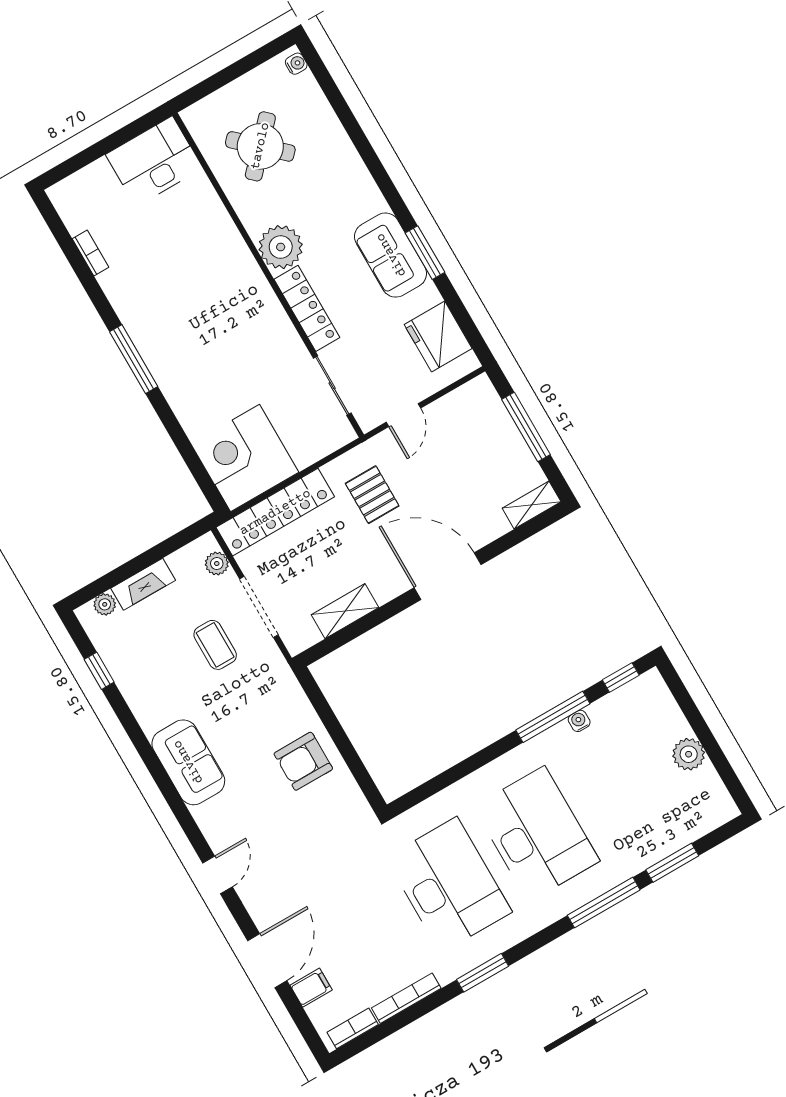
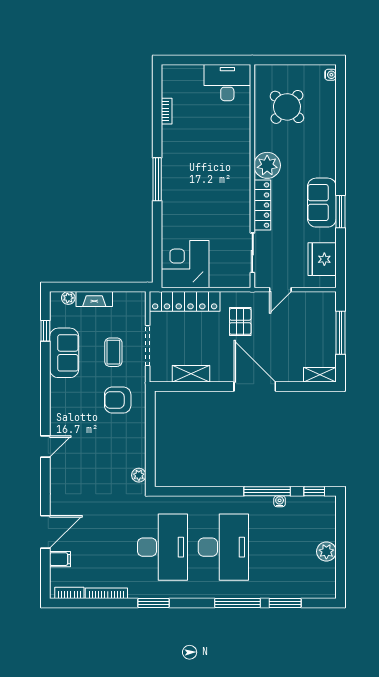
plant: (217, 564) -> (139, 475), moved
armchair: (303, 761) -> (118, 400), moved
sofa: (188, 762) -> (64, 353), moved
door: (218, 875) -> (45, 446), moved

